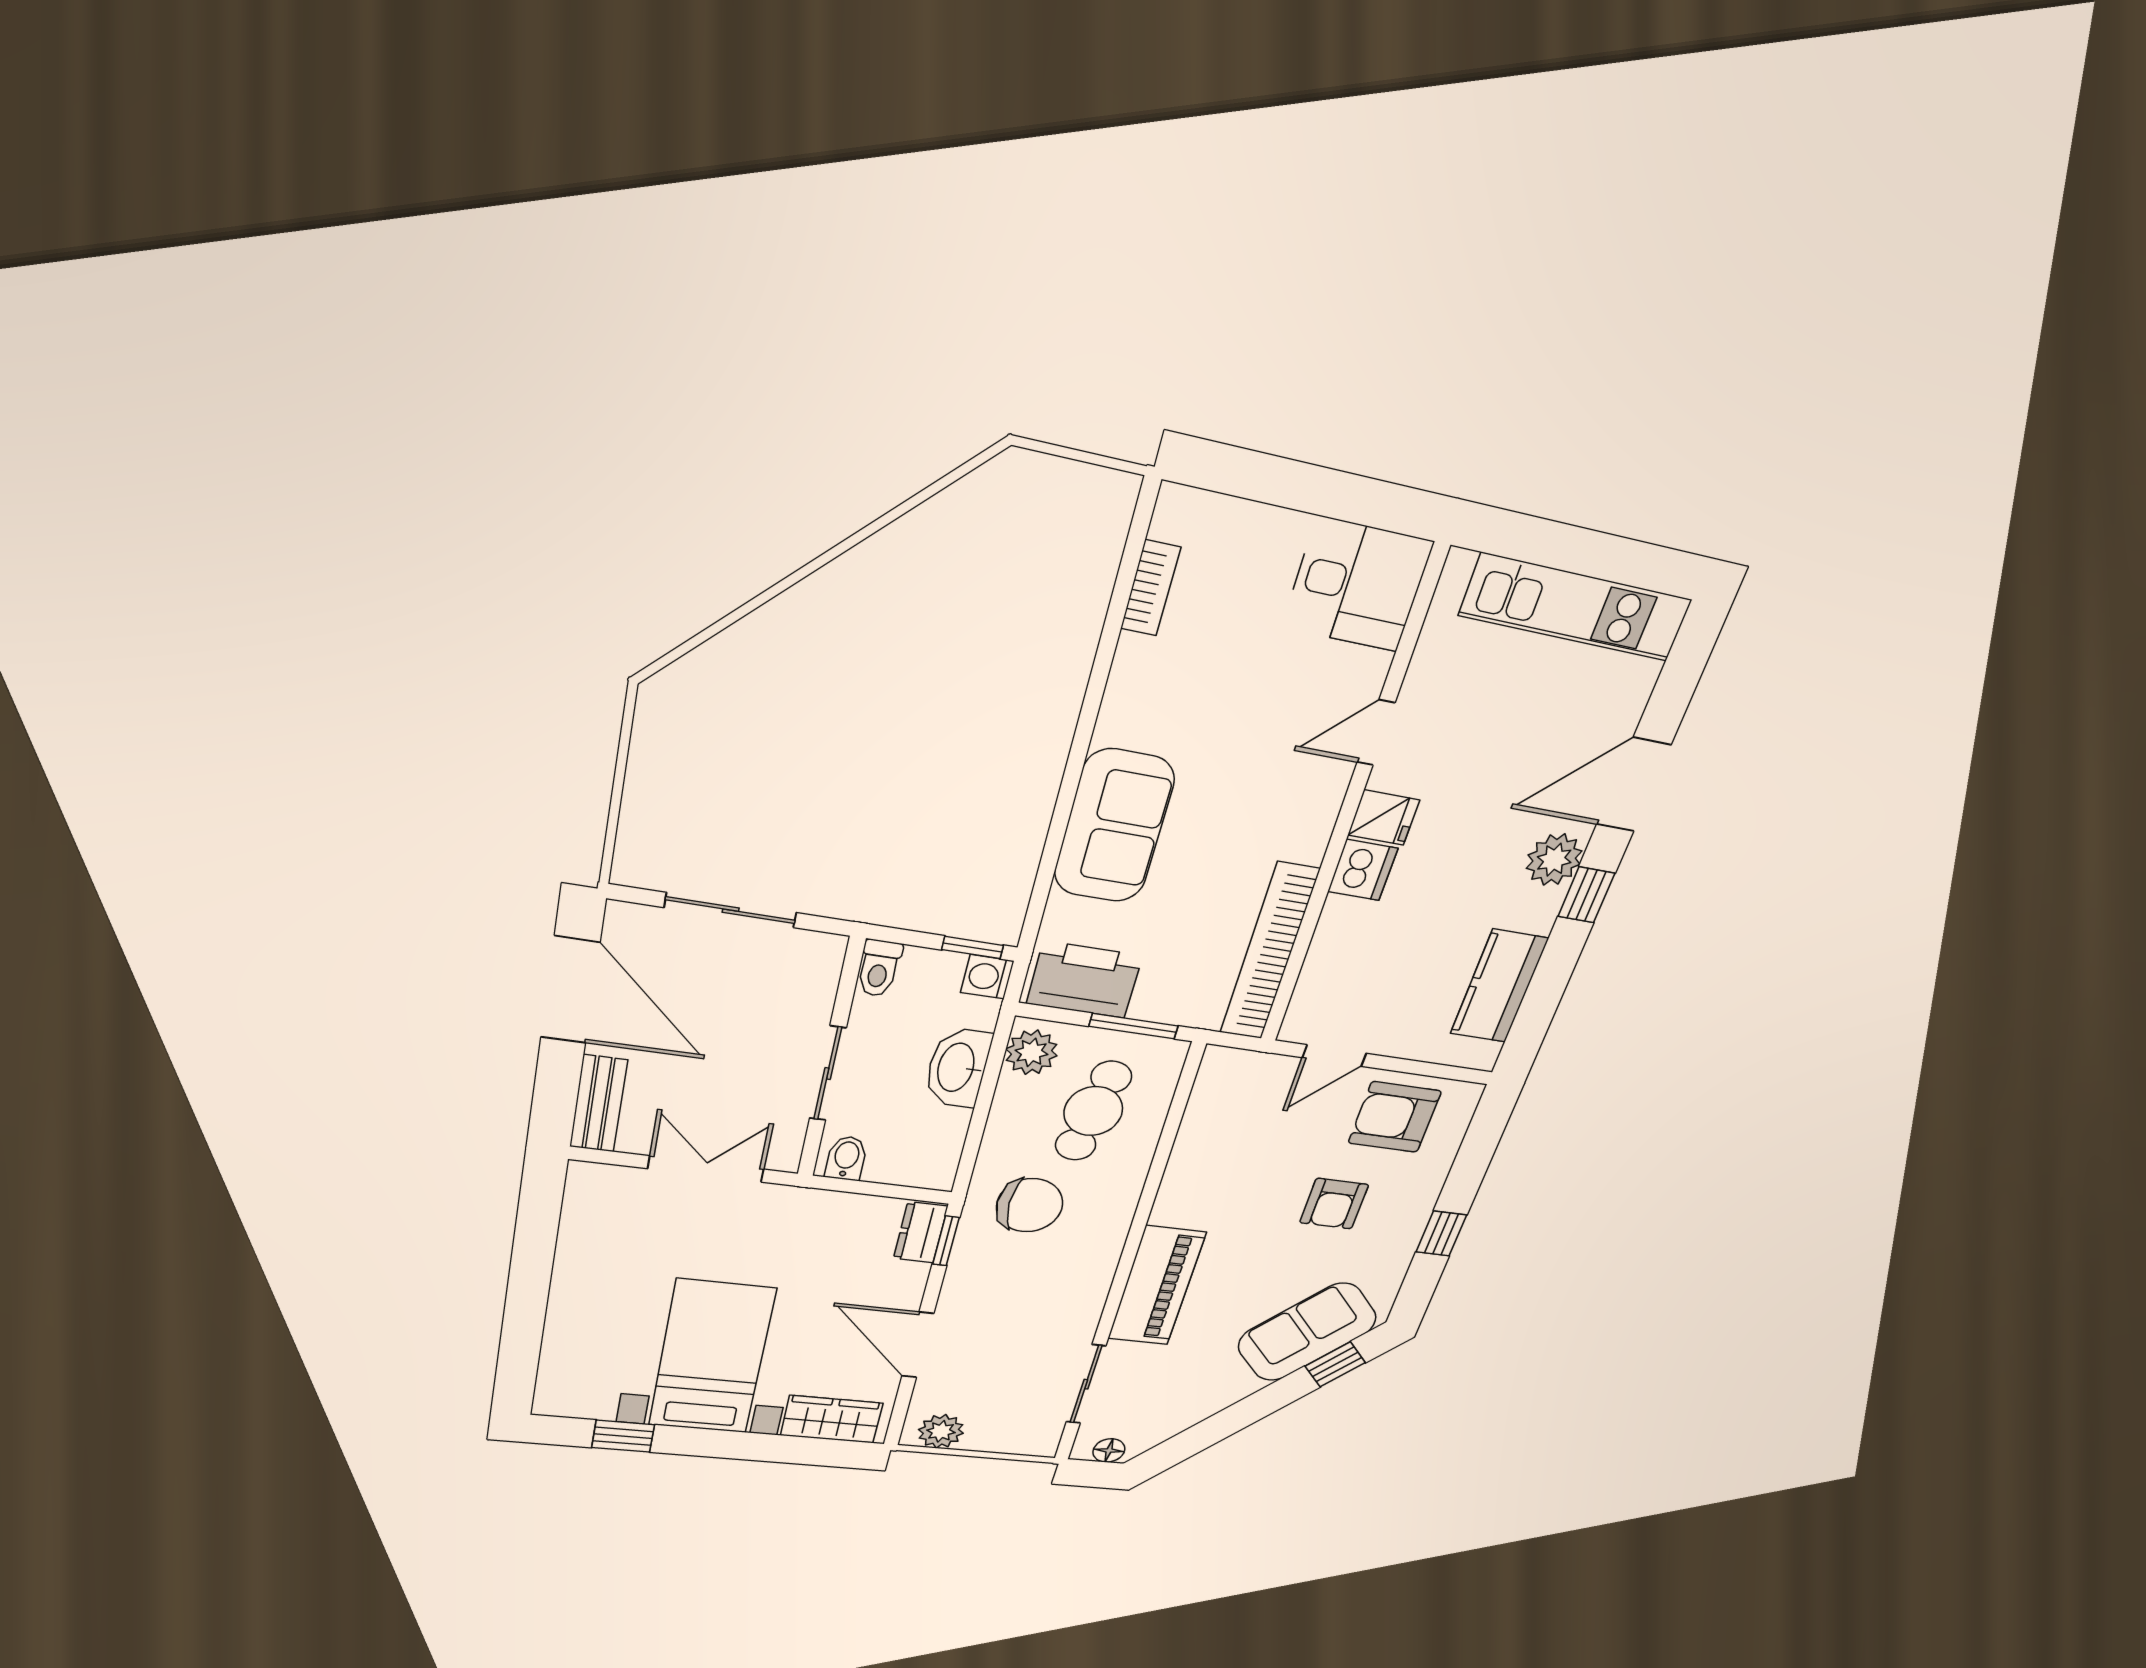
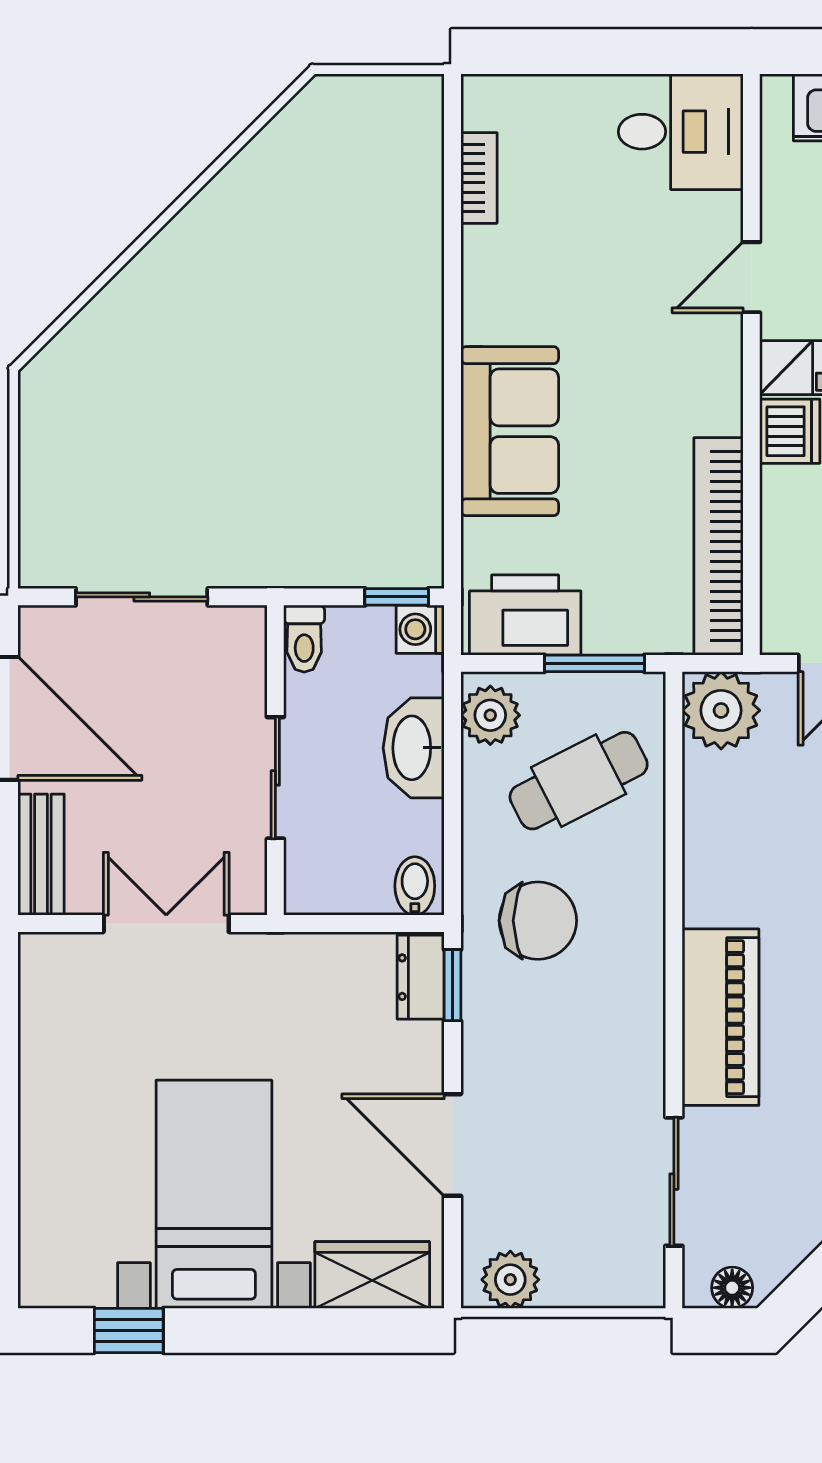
plant: (1229, 1076) -> (721, 710), added
cafe table: (1093, 1111) -> (579, 781), turned 53
bidet: (846, 1158) -> (415, 886), moved

